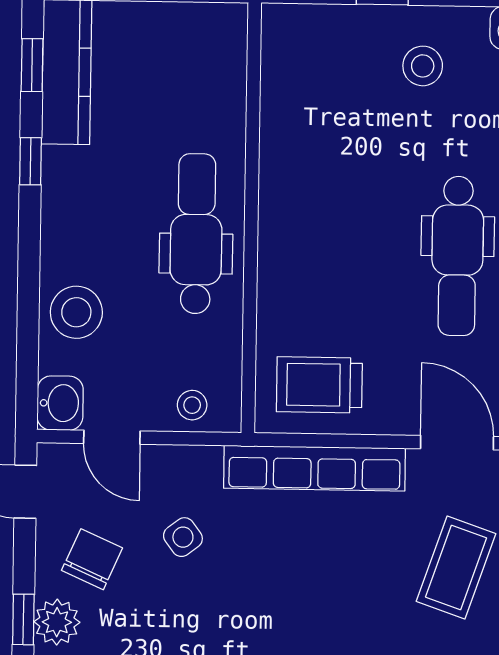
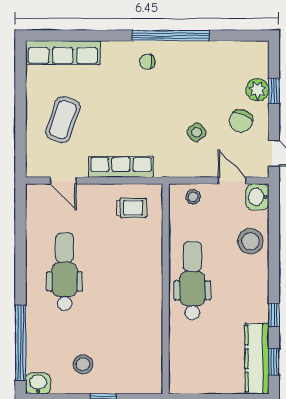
dental chair: (196, 234) -> (192, 281), turned 180
trolley: (319, 385) -> (131, 208), width x0.73, depth x0.72
door: (457, 443) -> (63, 181), width x0.73
row of seats: (314, 468) -> (121, 167), width x0.73

